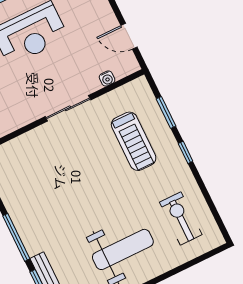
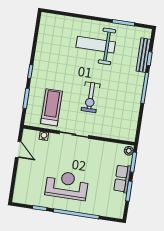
treadmill: (134, 141) -> (51, 107), moved
exercise bike: (181, 218) -> (91, 97), moved

